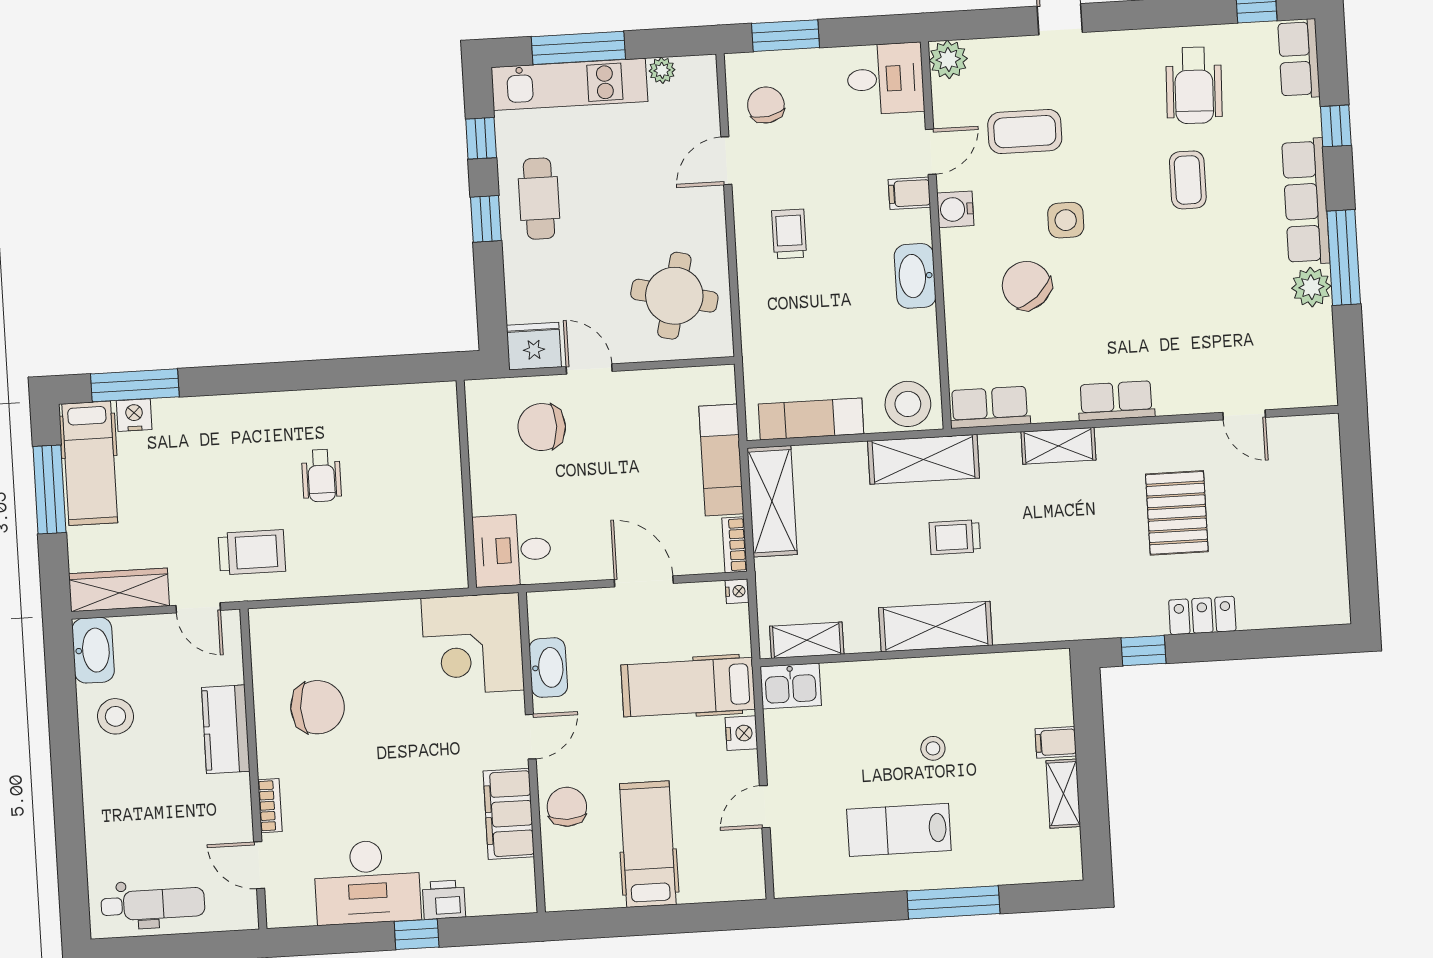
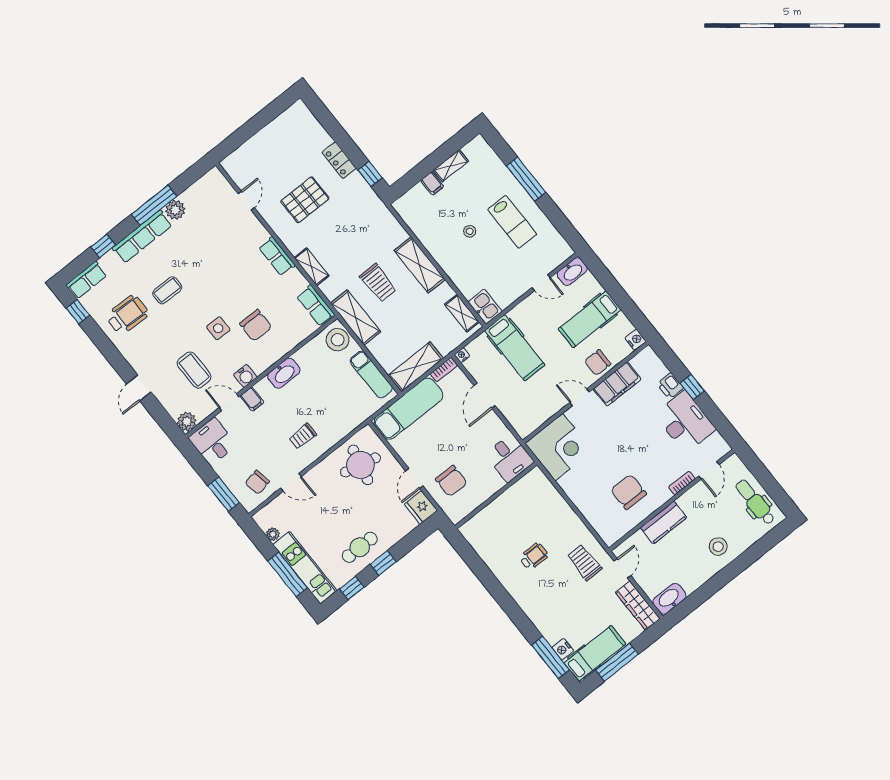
chair: (1027, 285) -> (256, 325), turned -49
exam couch: (721, 460) -> (408, 409), width x1.36, depth x1.45
trolley: (955, 537) -> (378, 283), width x1.36, depth x1.39
washbasin: (548, 668) -> (572, 272), moved, turned 180
stool: (115, 716) -> (718, 547), moved
nightstand: (742, 733) -> (636, 340), moved, turned 90

